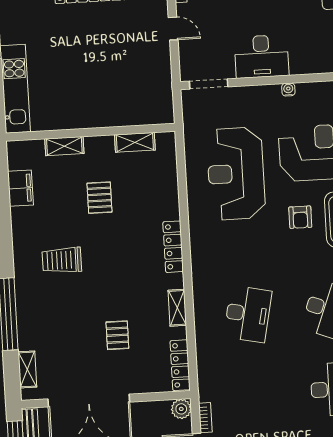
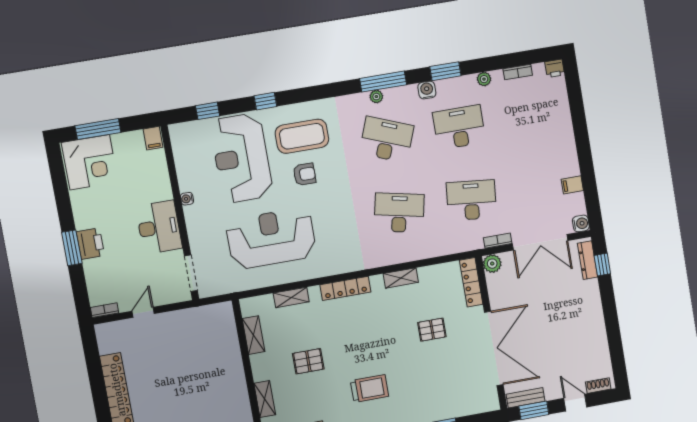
reception desk: (236, 174) -> (271, 238), turned 180
trolley: (62, 260) -> (370, 389), turned -90
locker: (180, 365) -> (471, 282), moved, turned 90
shelving: (27, 369) -> (291, 297), moved
desk: (252, 394) -> (471, 200), added

